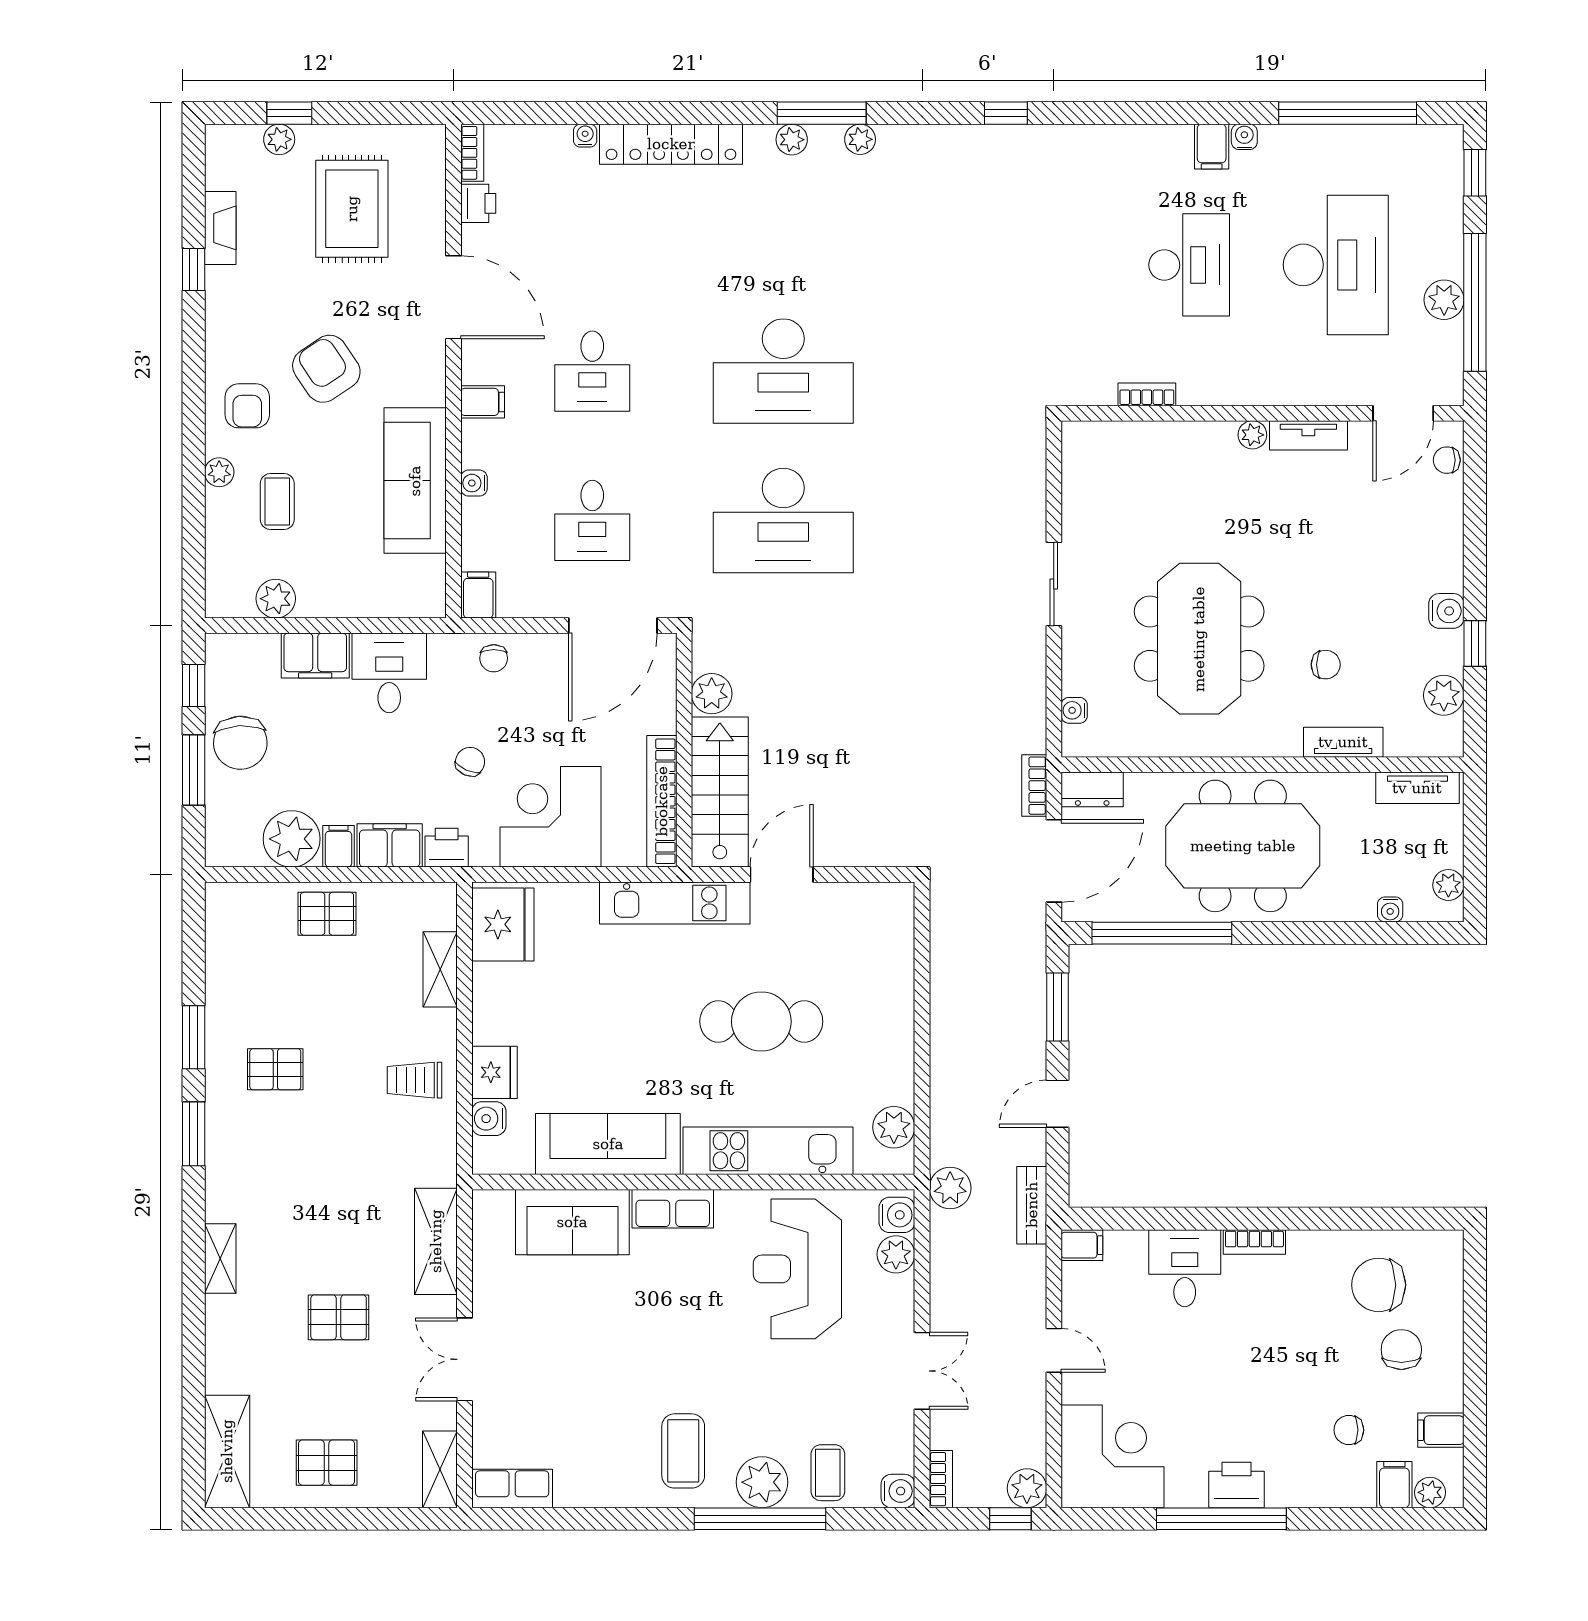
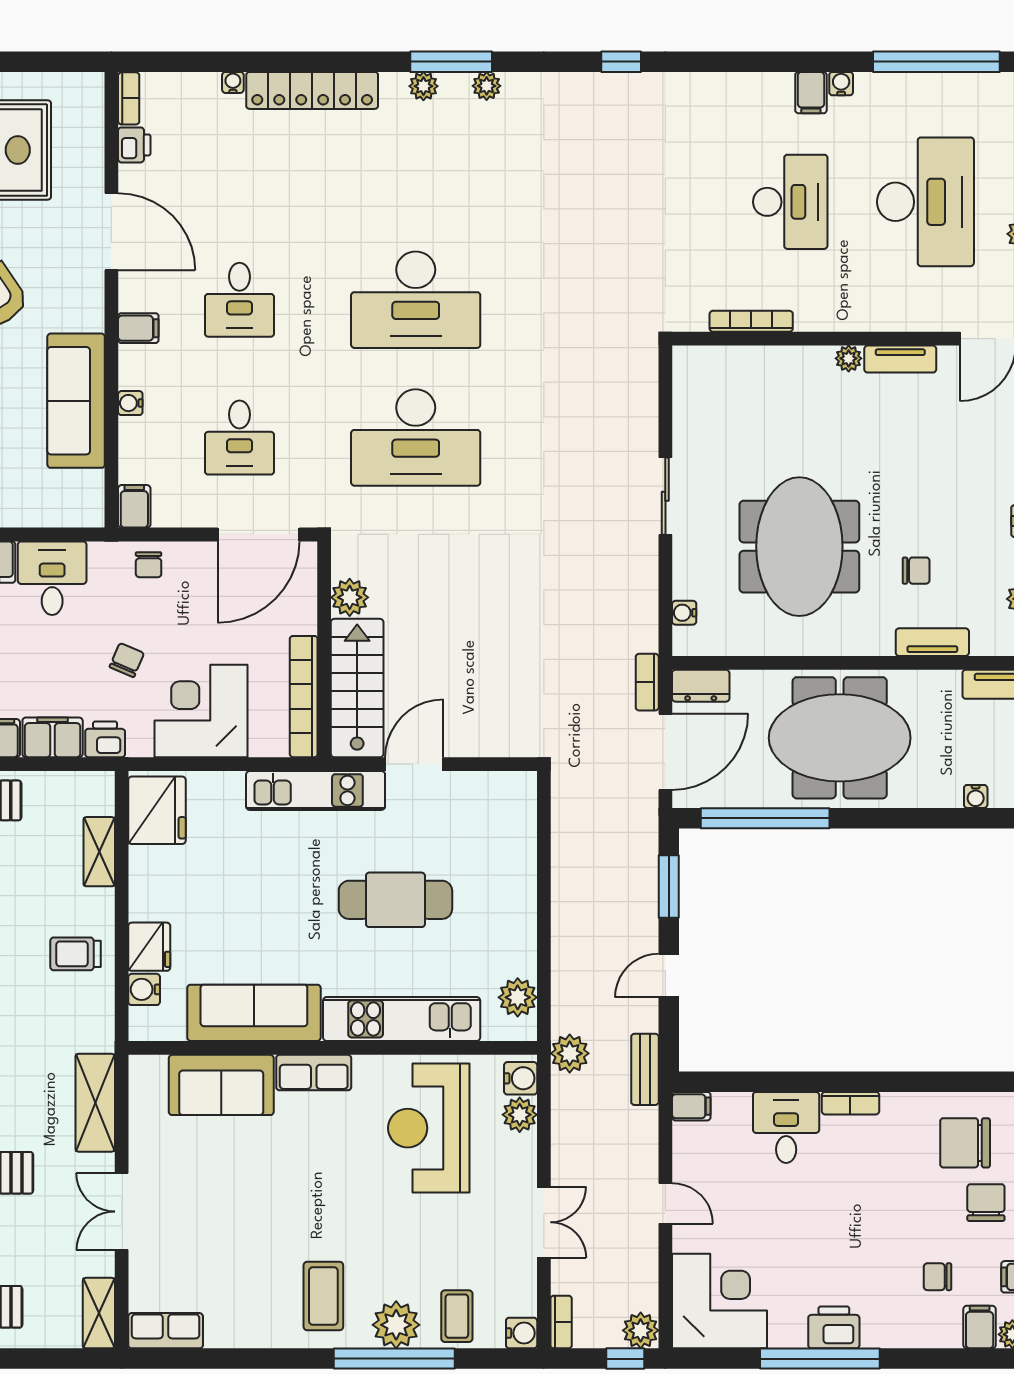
bookcase: (1147, 394) -> (751, 321), width x1.56

